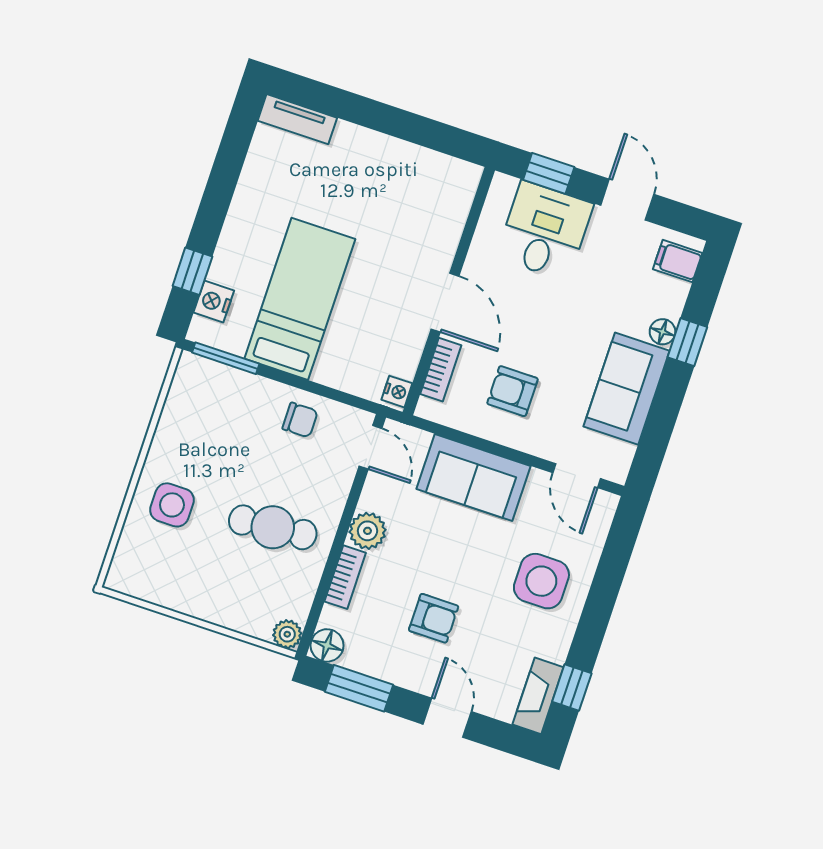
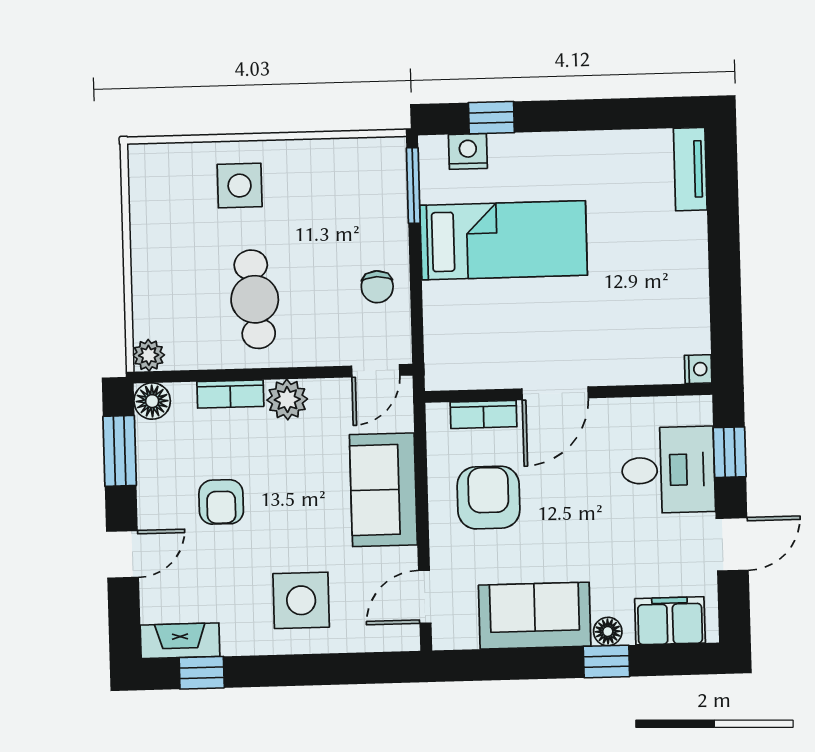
filing cabinet: (678, 261) -> (670, 621), width x2.00
armchair: (512, 391) -> (488, 498), width x1.38, depth x1.38
nightstand: (397, 392) -> (698, 369), moved, turned -90

